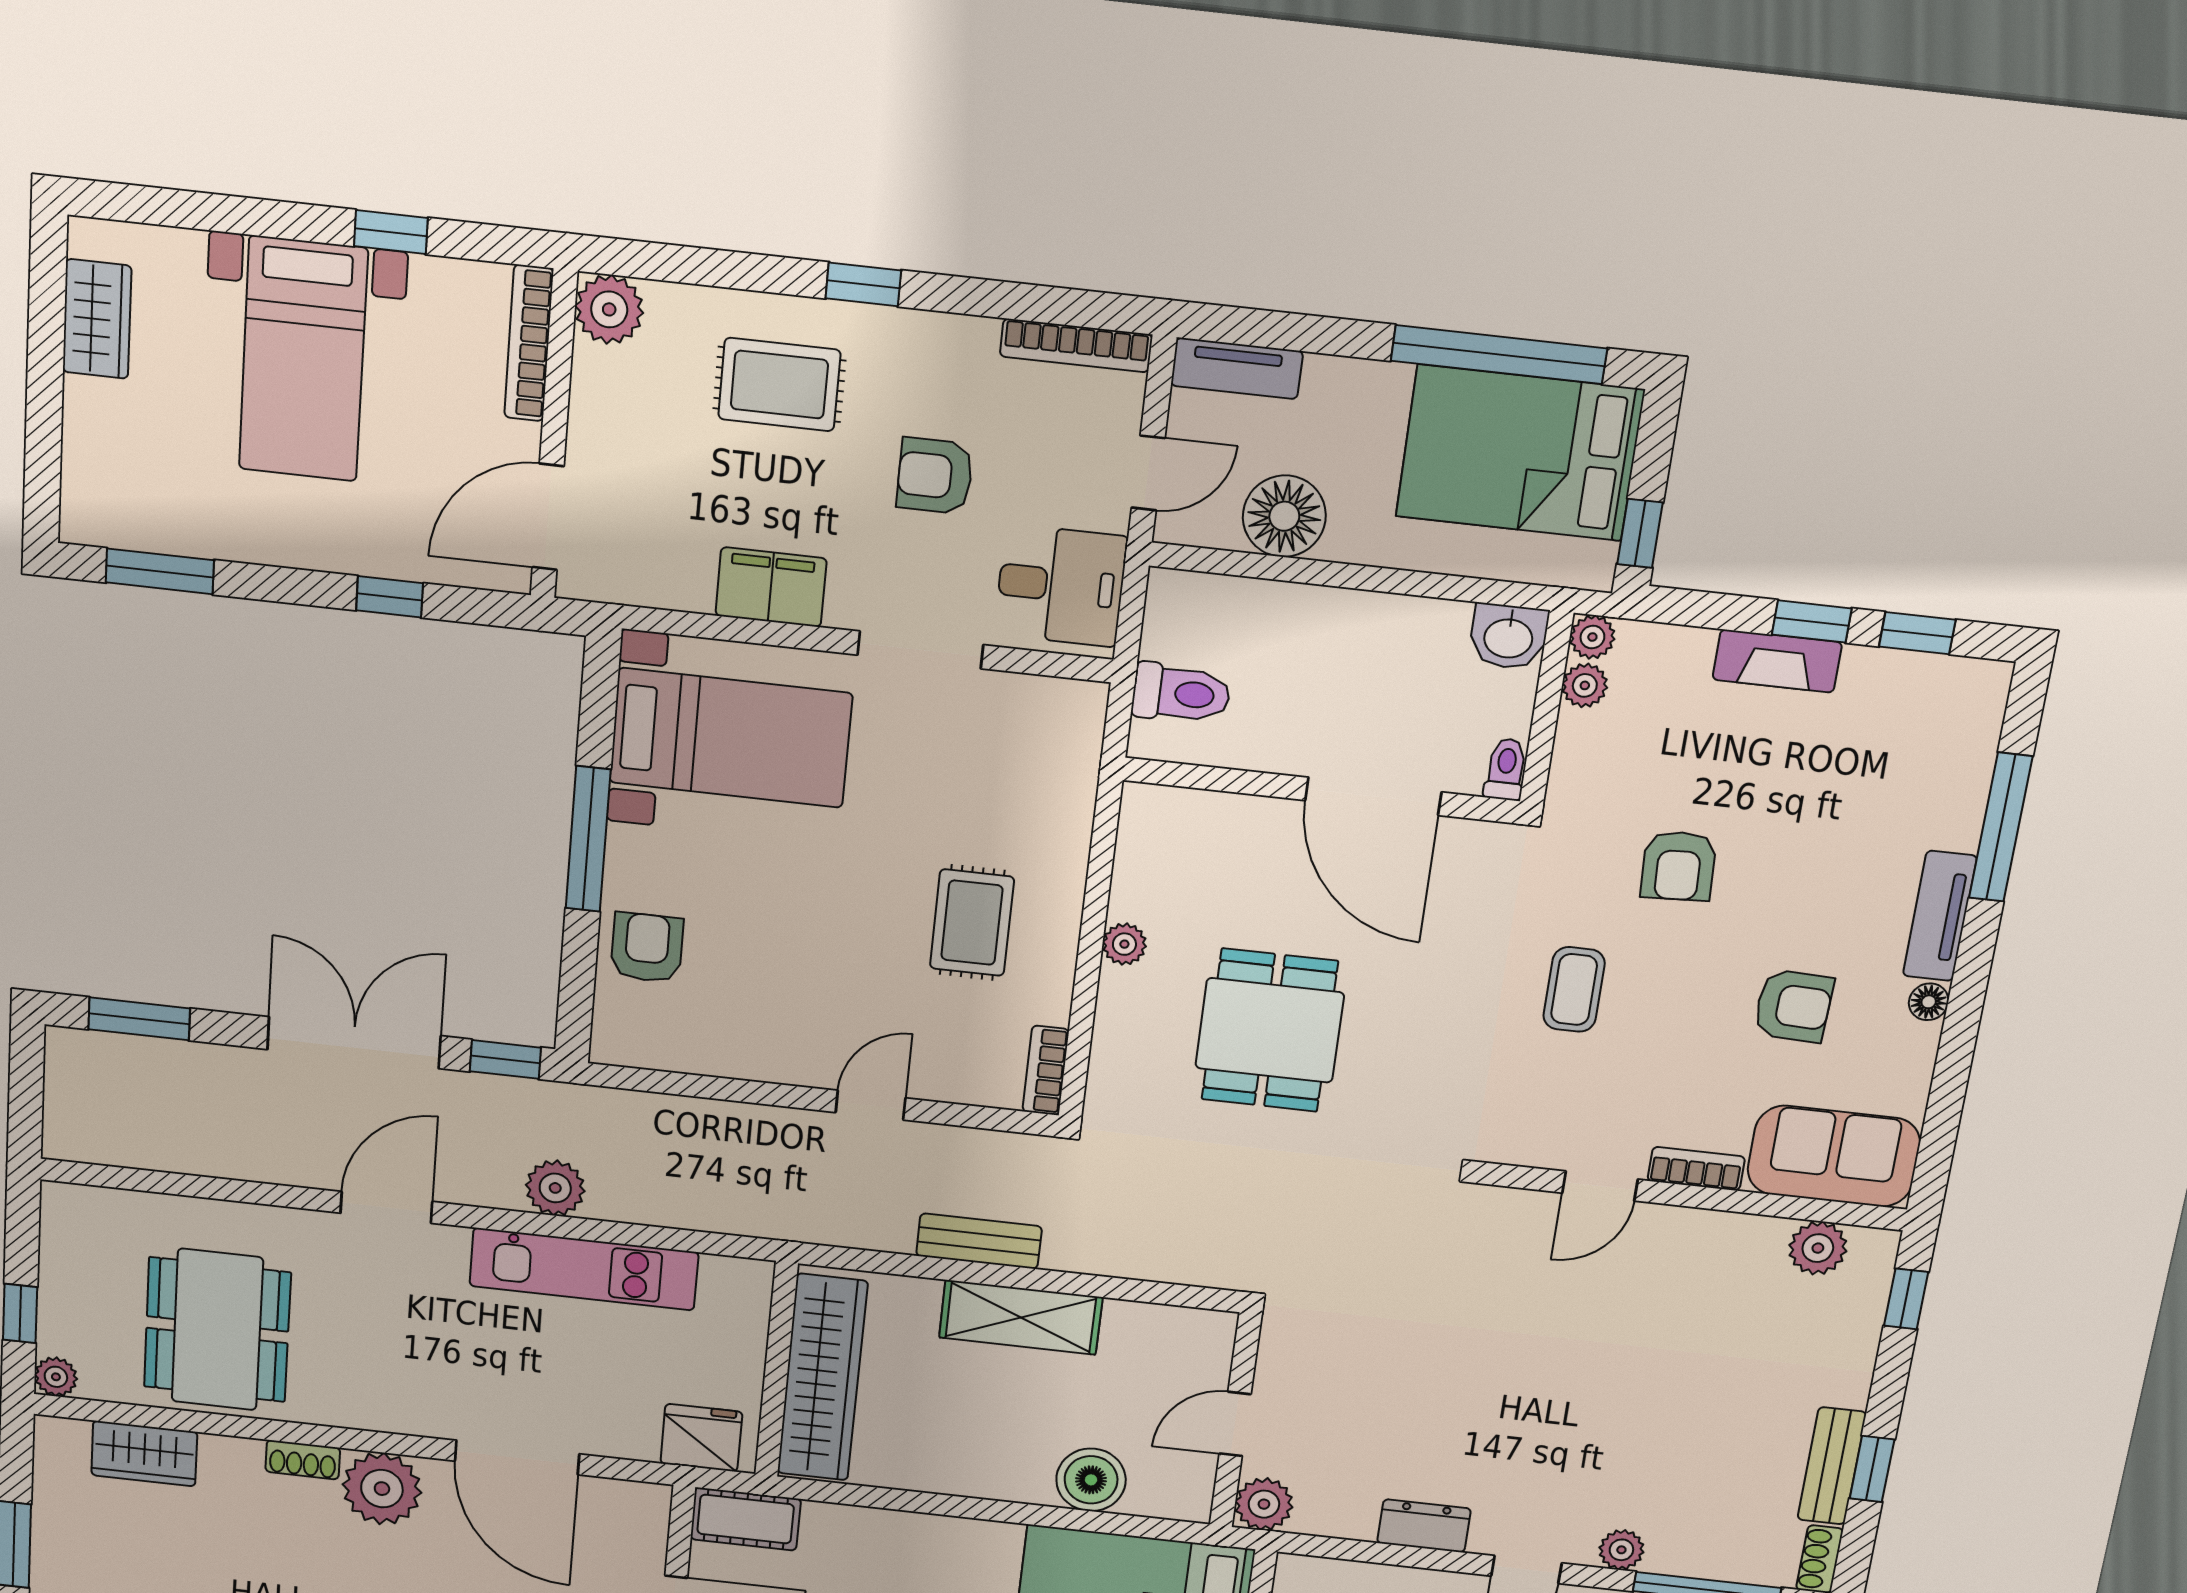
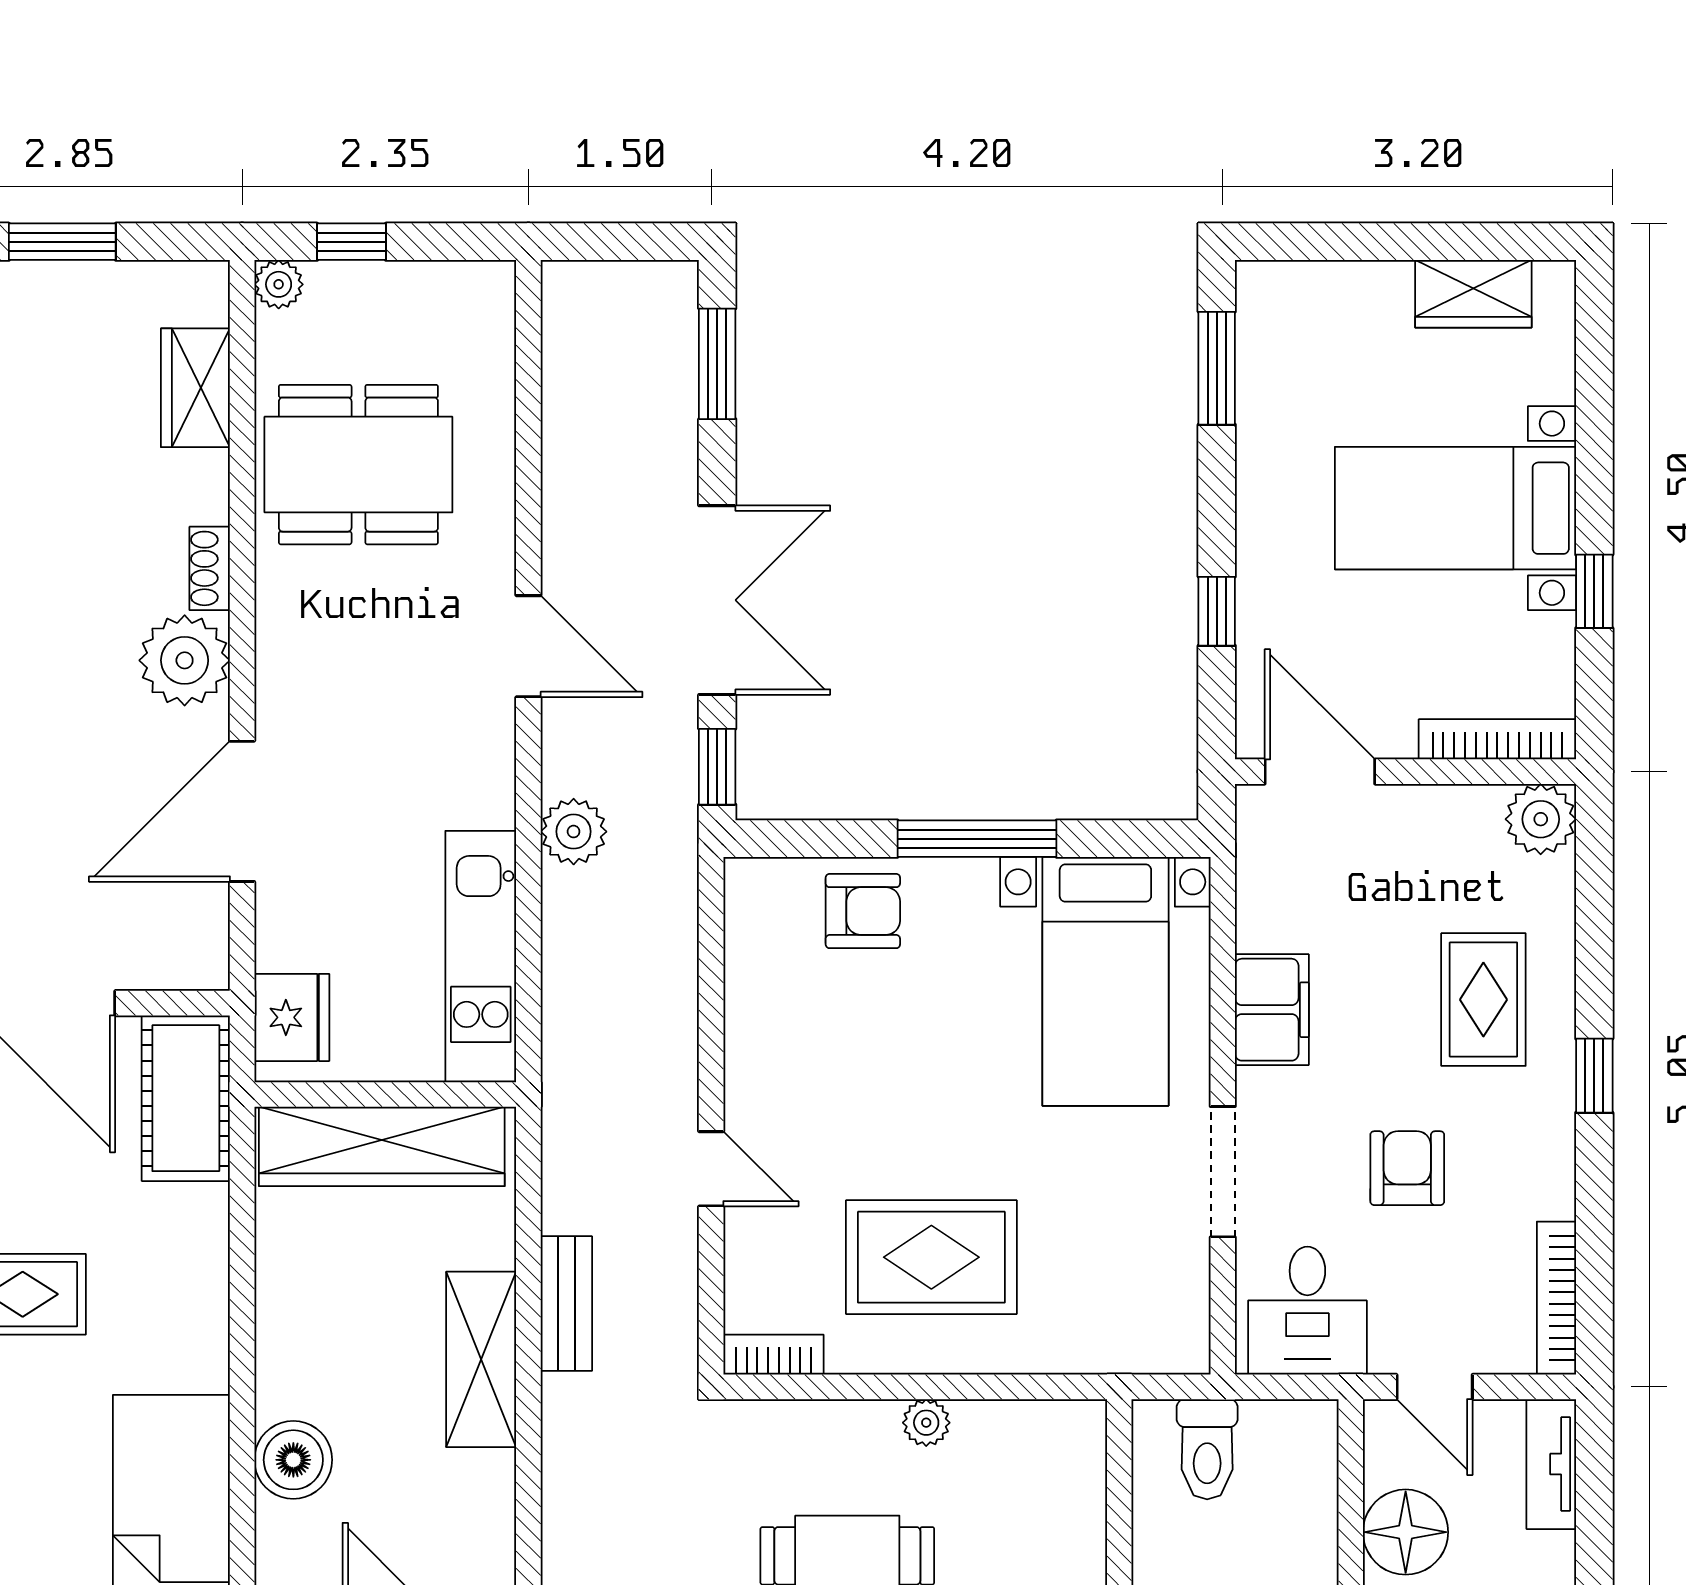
rug: (972, 923) -> (931, 1257), width x1.36, depth x1.43
kitchen unit: (584, 1269) -> (481, 957), moved
cot: (746, 1519) -> (186, 1098), width x1.37, depth x1.34

